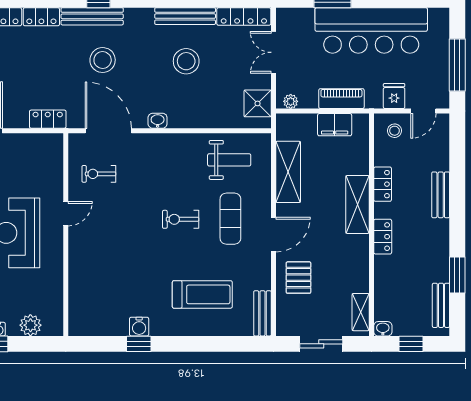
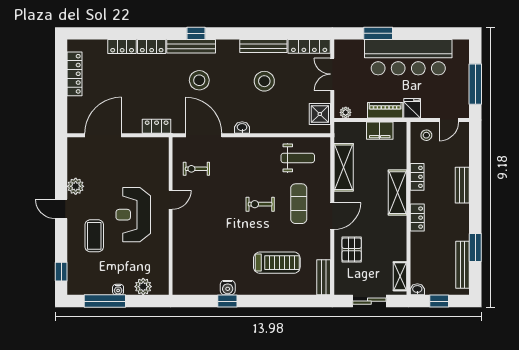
fridge: (394, 96) -> (412, 108), moved
bench: (441, 305) -> (462, 265), width x1.36

